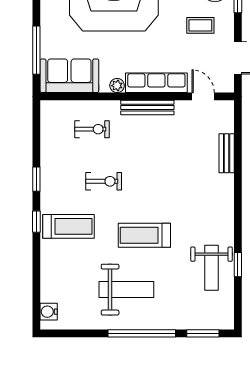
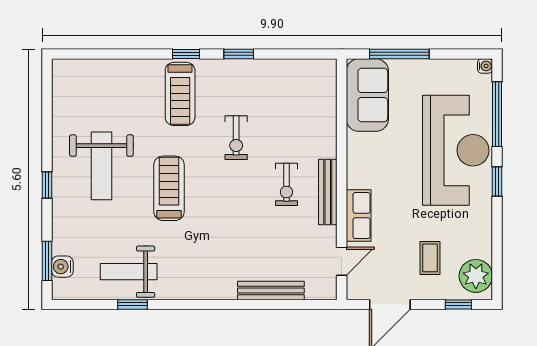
row of seats: (156, 83) -> (359, 216), width x0.68
plant: (117, 86) -> (355, 154), removed
exercise bike: (92, 129) -> (286, 184), moved
bench: (227, 153) -> (271, 290), width x1.36
water cooler: (49, 312) -> (62, 267), moved, turned -90
window: (142, 333) -> (47, 185), width x0.32

